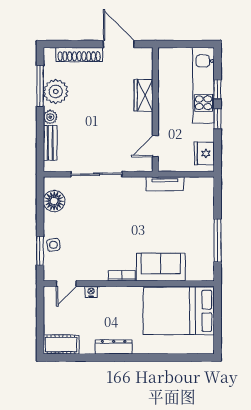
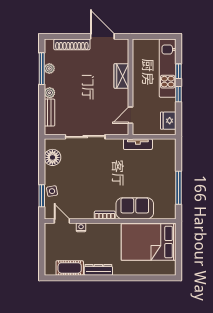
plant: (56, 91) -> (49, 69), width x0.53, depth x0.53
door: (66, 284) -> (62, 221), swing flipped
cot: (61, 345) -> (70, 268), moved

